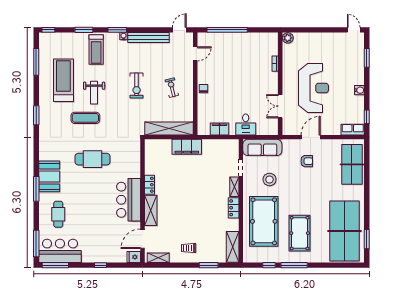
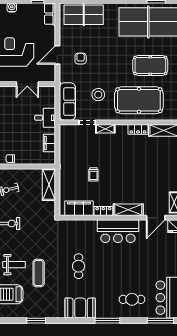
shelving: (169, 128) -> (49, 185), width x0.68
door: (311, 137) -> (57, 55), hinge flipped
filing cabinet: (187, 147) -> (79, 208), moved, turned -90
cafe table: (93, 159) -> (79, 266), width x0.73, depth x0.74
booth: (49, 176) -> (80, 308), moved
locker: (234, 208) -> (138, 129), moved
door: (142, 239) -> (156, 218), hinge flipped
trolley: (189, 248) -> (93, 174), moved

